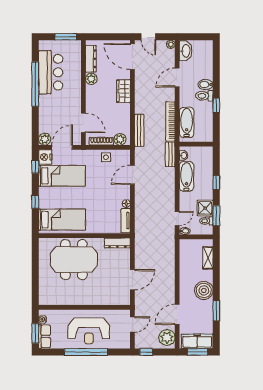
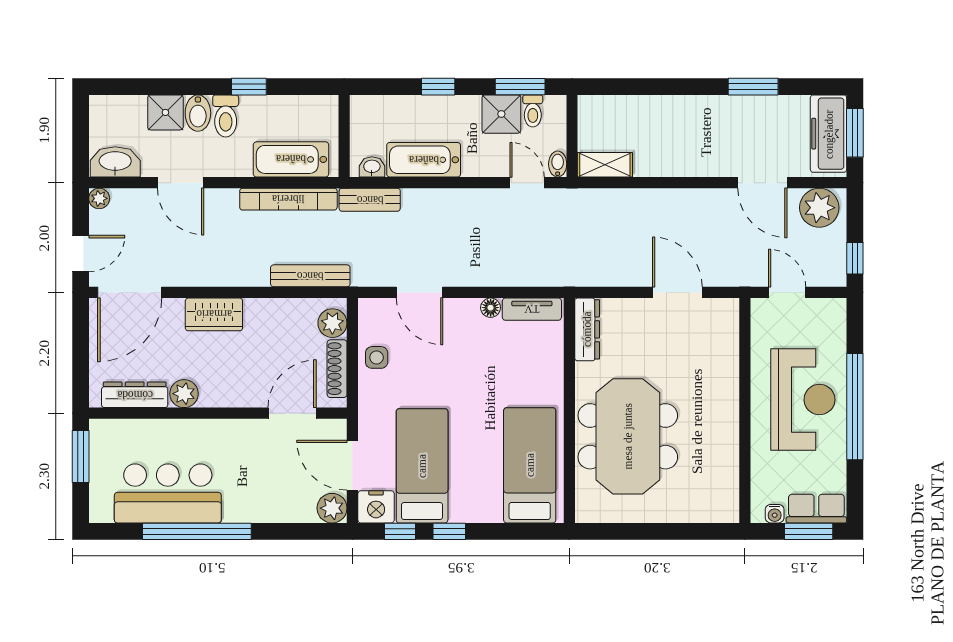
shower: (206, 71) -> (165, 112), added
window: (35, 202) -> (449, 531), moved
shelving: (208, 258) -> (605, 165), moved
boiler: (204, 290) -> (704, 117), removed

